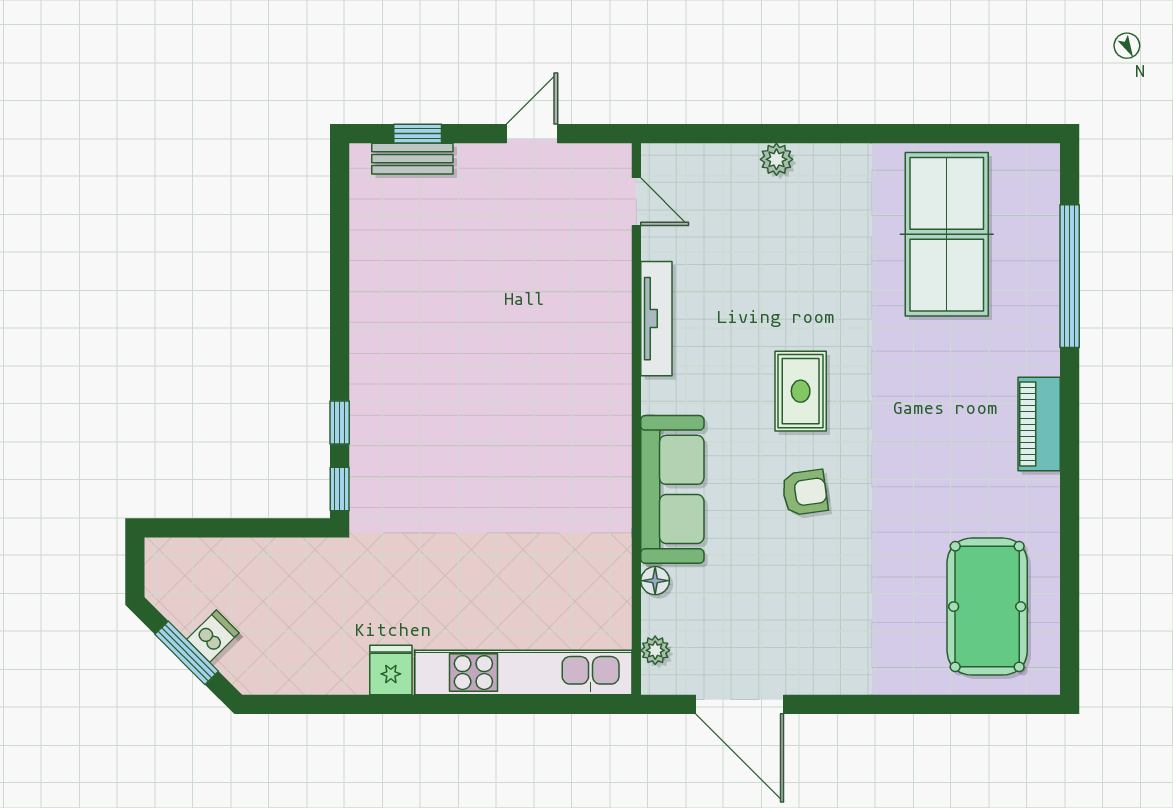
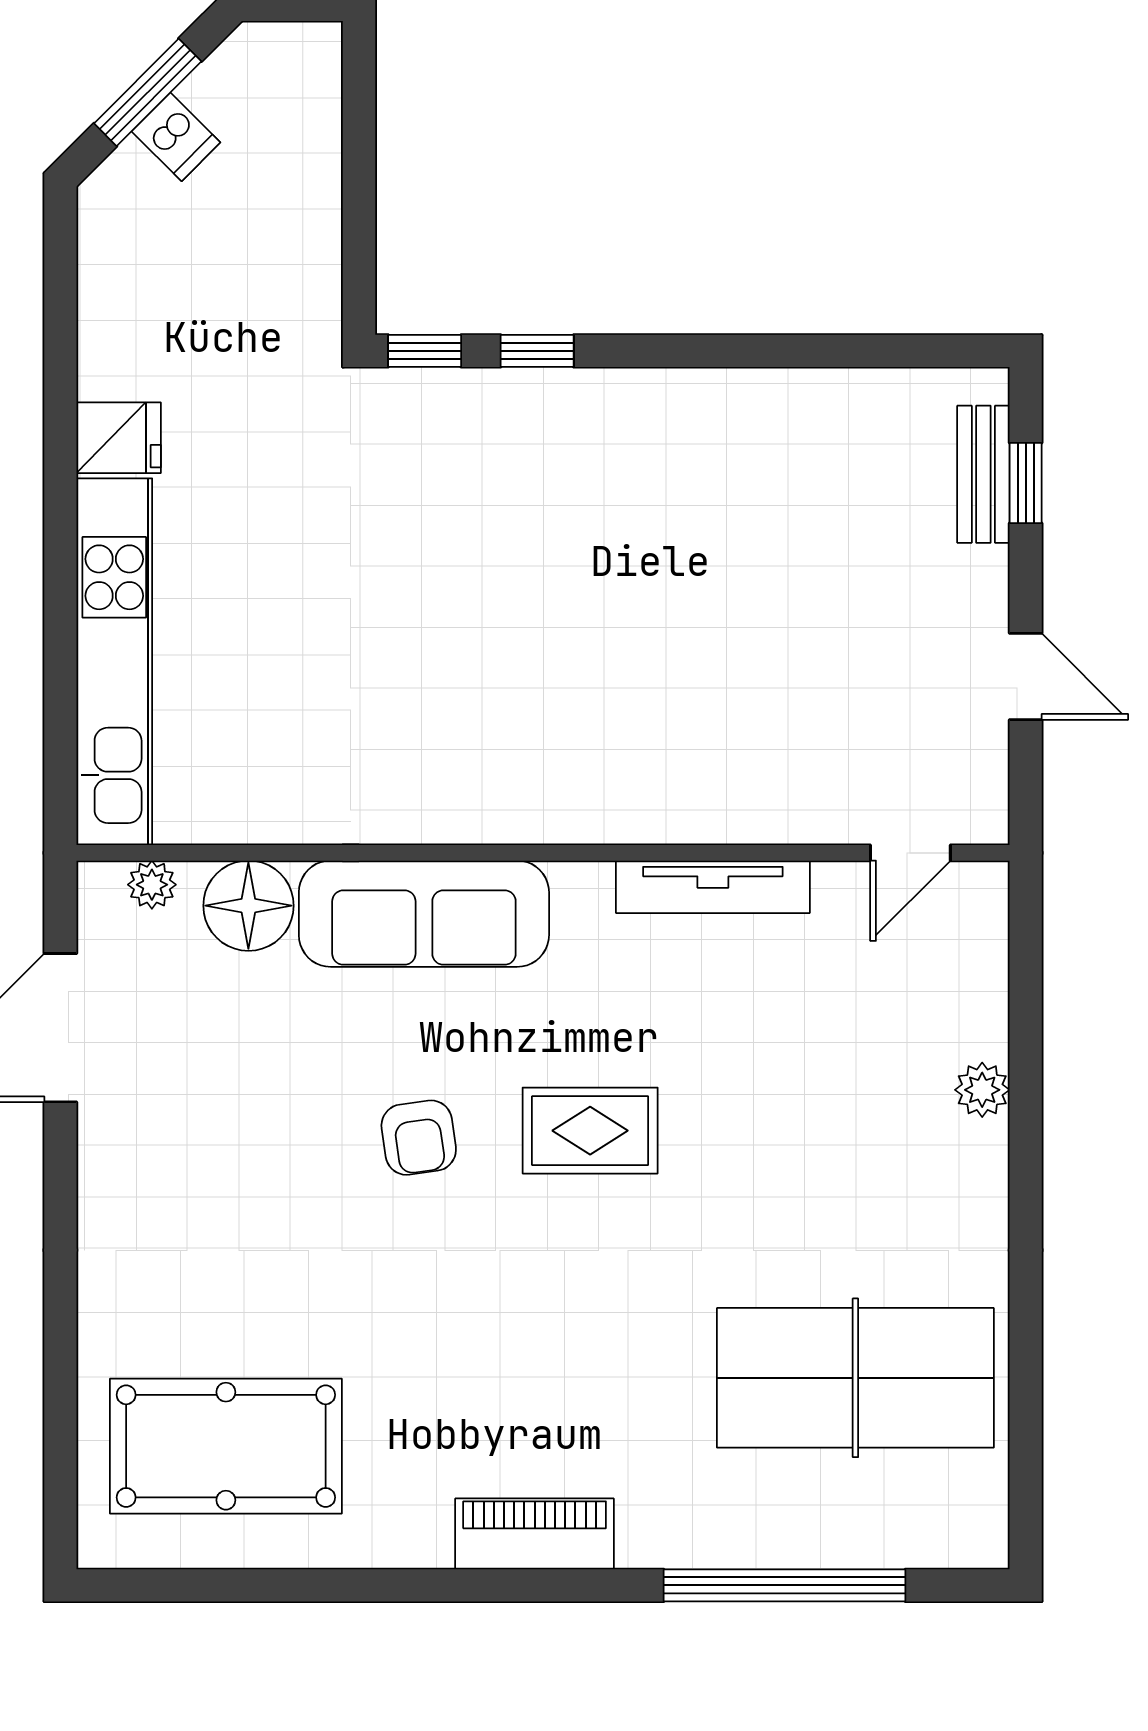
floor lamp: (655, 581) -> (248, 906), width x1.89, depth x1.89

